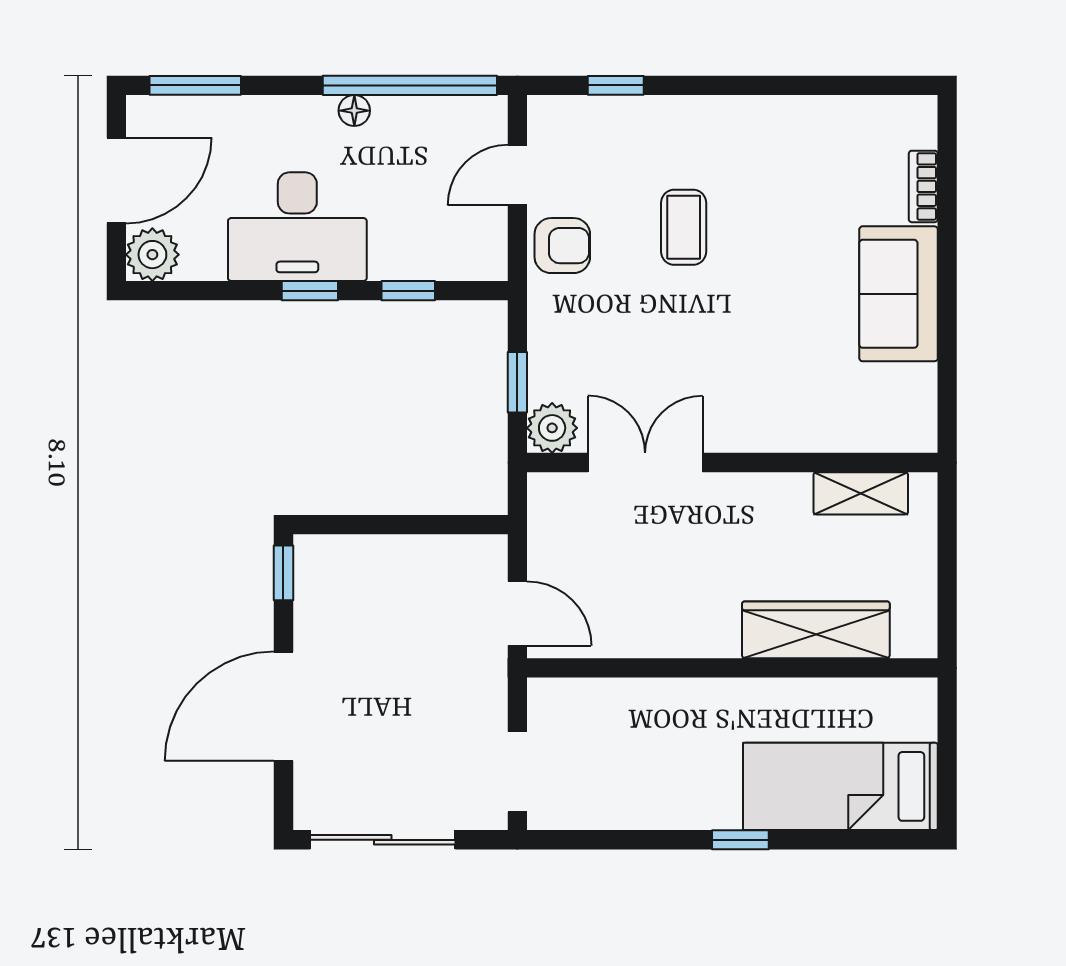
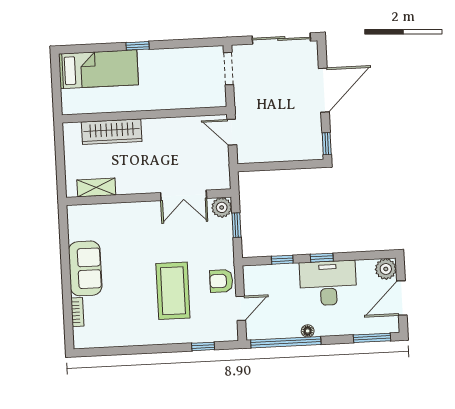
coffee table: (684, 227) -> (173, 291), width x1.86, depth x1.72

